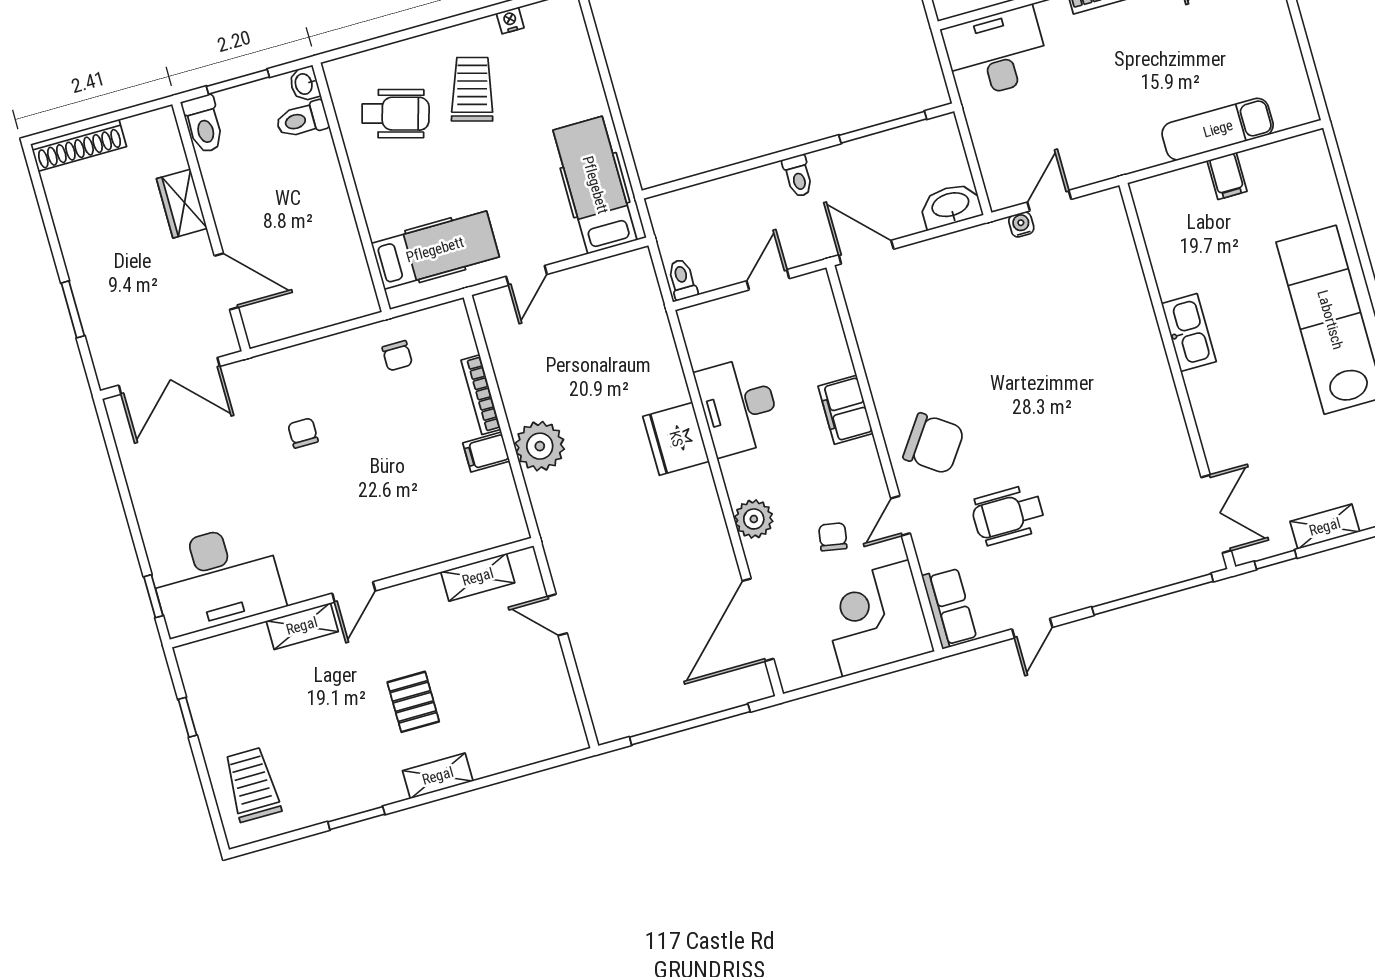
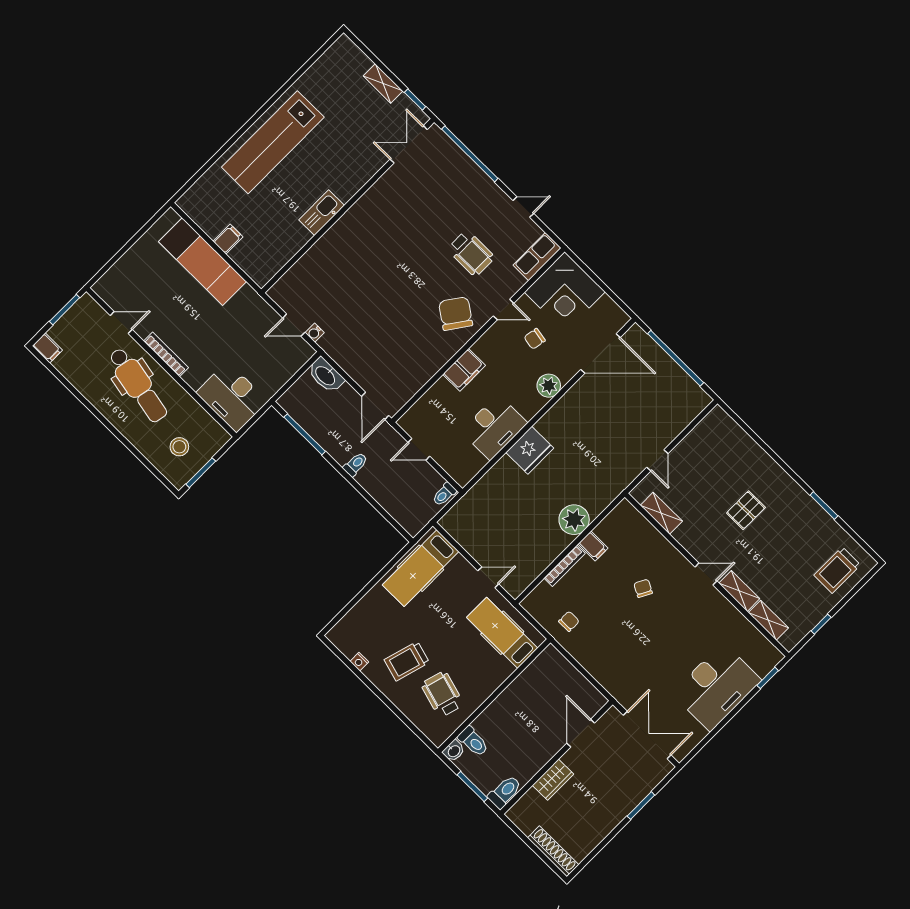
exam couch: (1218, 129) -> (202, 262), width x1.36, depth x1.45
chair: (303, 433) -> (643, 588), moved, turned 118
desk: (216, 579) -> (717, 687), moved, turned 90
shelving: (438, 776) -> (768, 620), moved

